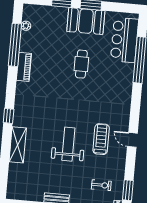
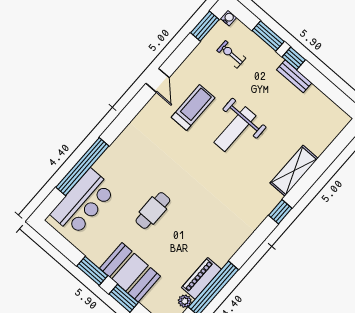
booth: (86, 21) -> (130, 272), moved
piano: (24, 67) -> (201, 278), moved
treadmill: (101, 139) -> (193, 108), turned 180

